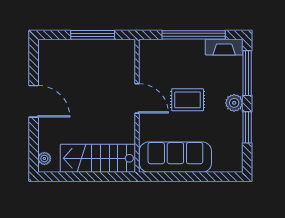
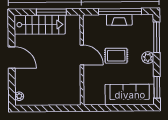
fireplace: (224, 47) -> (119, 20), moved
window: (247, 127) -> (157, 87), moved
sofa: (175, 157) -> (130, 95), moved
stairs: (98, 158) -> (40, 25), moved, turned 180

